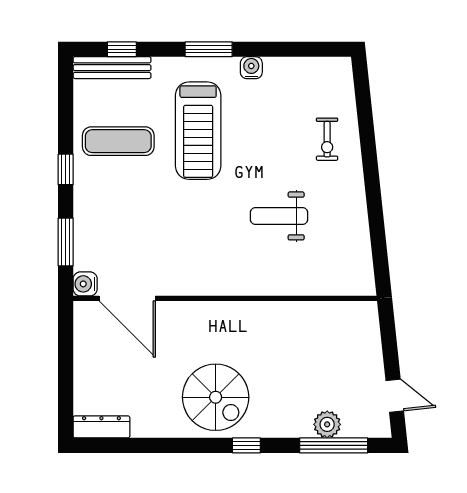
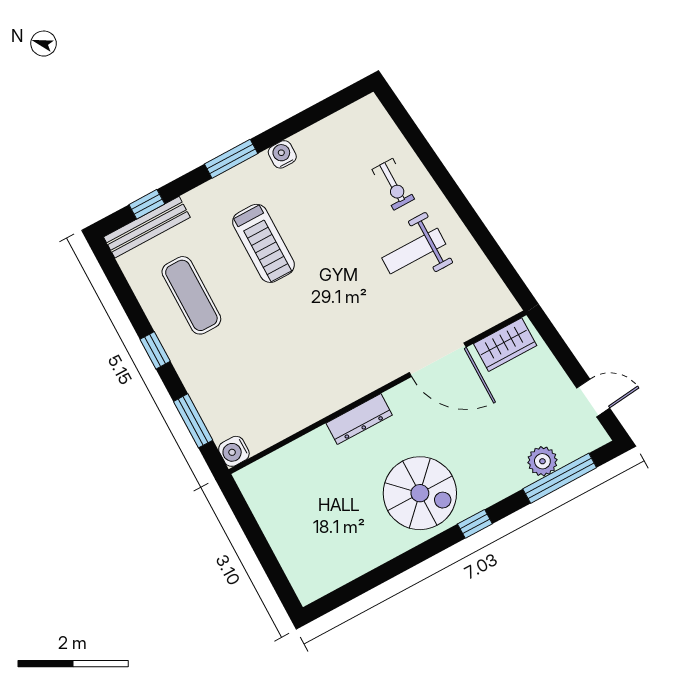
treadmill: (198, 131) -> (263, 243), width x0.73, depth x0.73
exercise mat: (118, 141) -> (191, 295), turned 90
weight bench: (279, 216) -> (414, 251), moved
door: (127, 298) -> (438, 360), moved
wardrobe: (347, 315) -> (505, 345), added
dresser: (101, 427) -> (359, 419), moved, turned 180

